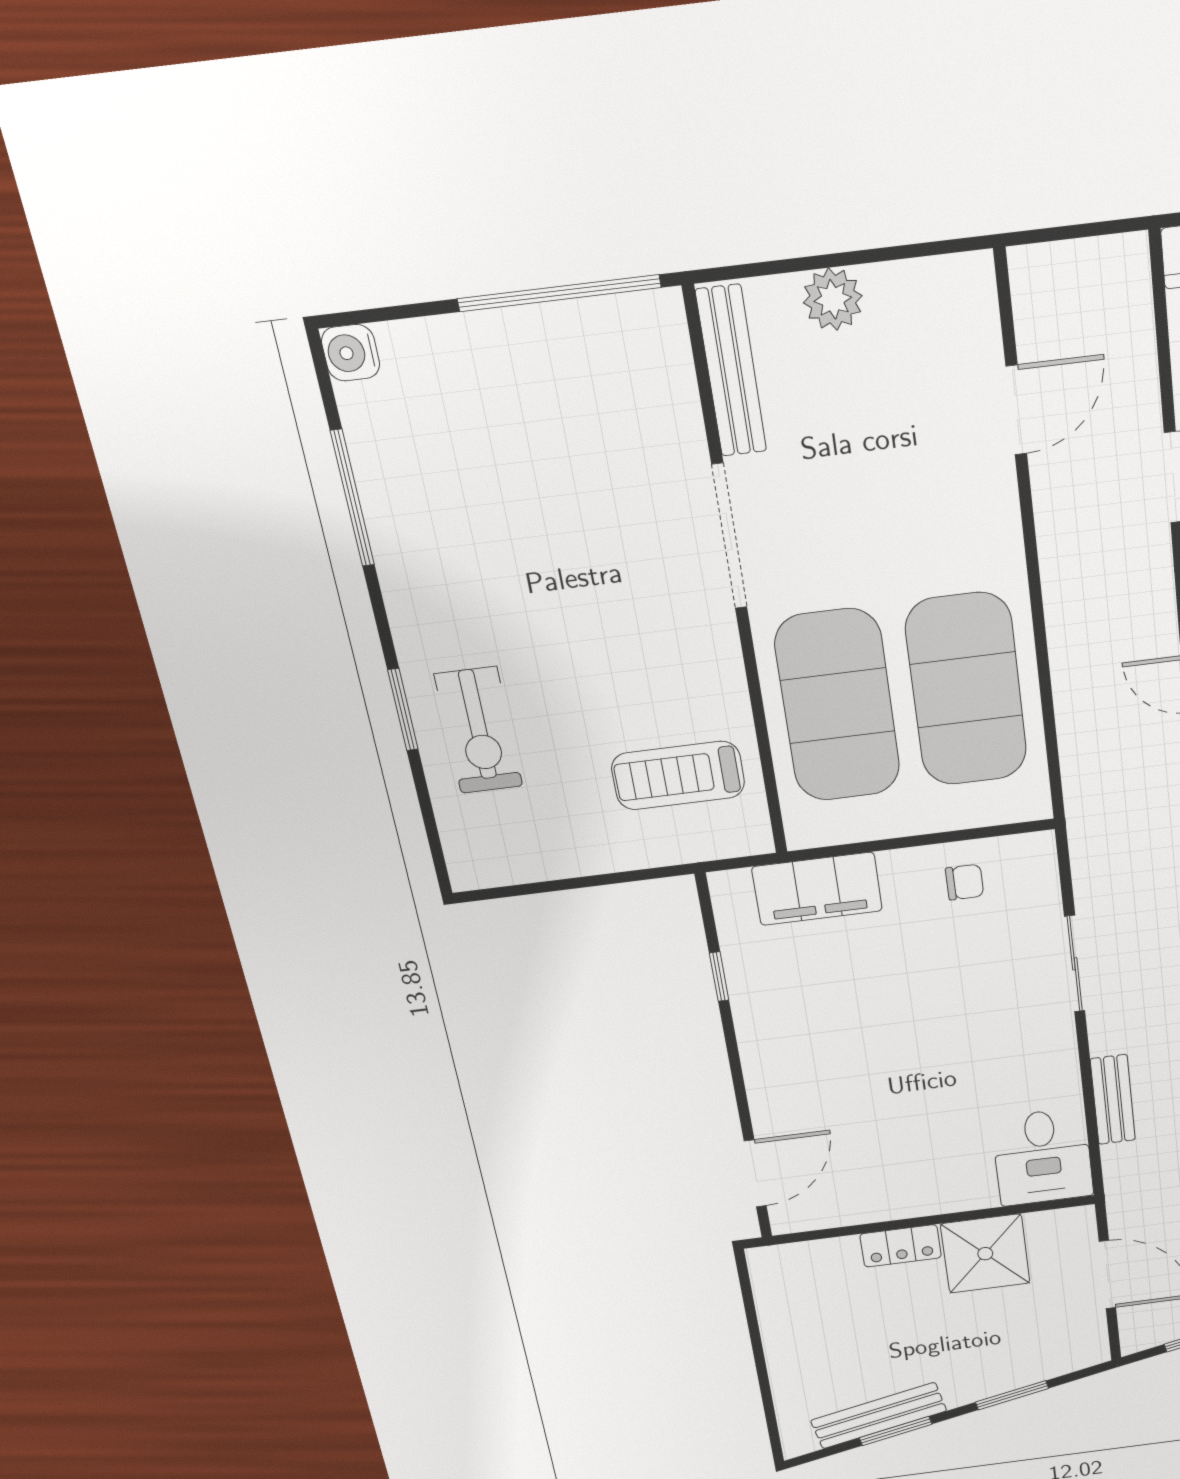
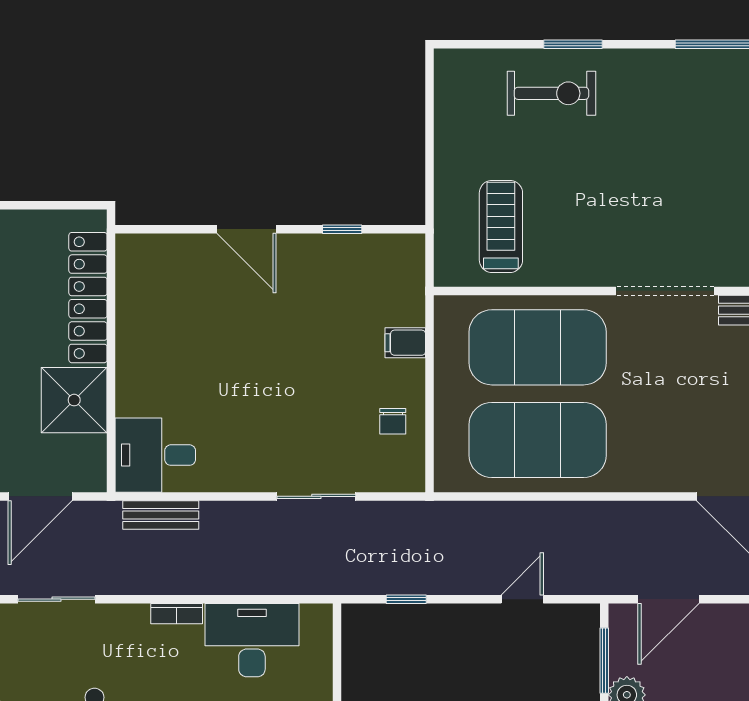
exercise bike: (479, 730) -> (552, 93), turned 180
filing cabinet: (817, 889) -> (405, 343), width x0.33, depth x0.86
bench: (1113, 1100) -> (161, 515), moved
door: (755, 1173) -> (246, 229), moved
locker: (901, 1246) -> (88, 298), width x2.16, depth x1.21

